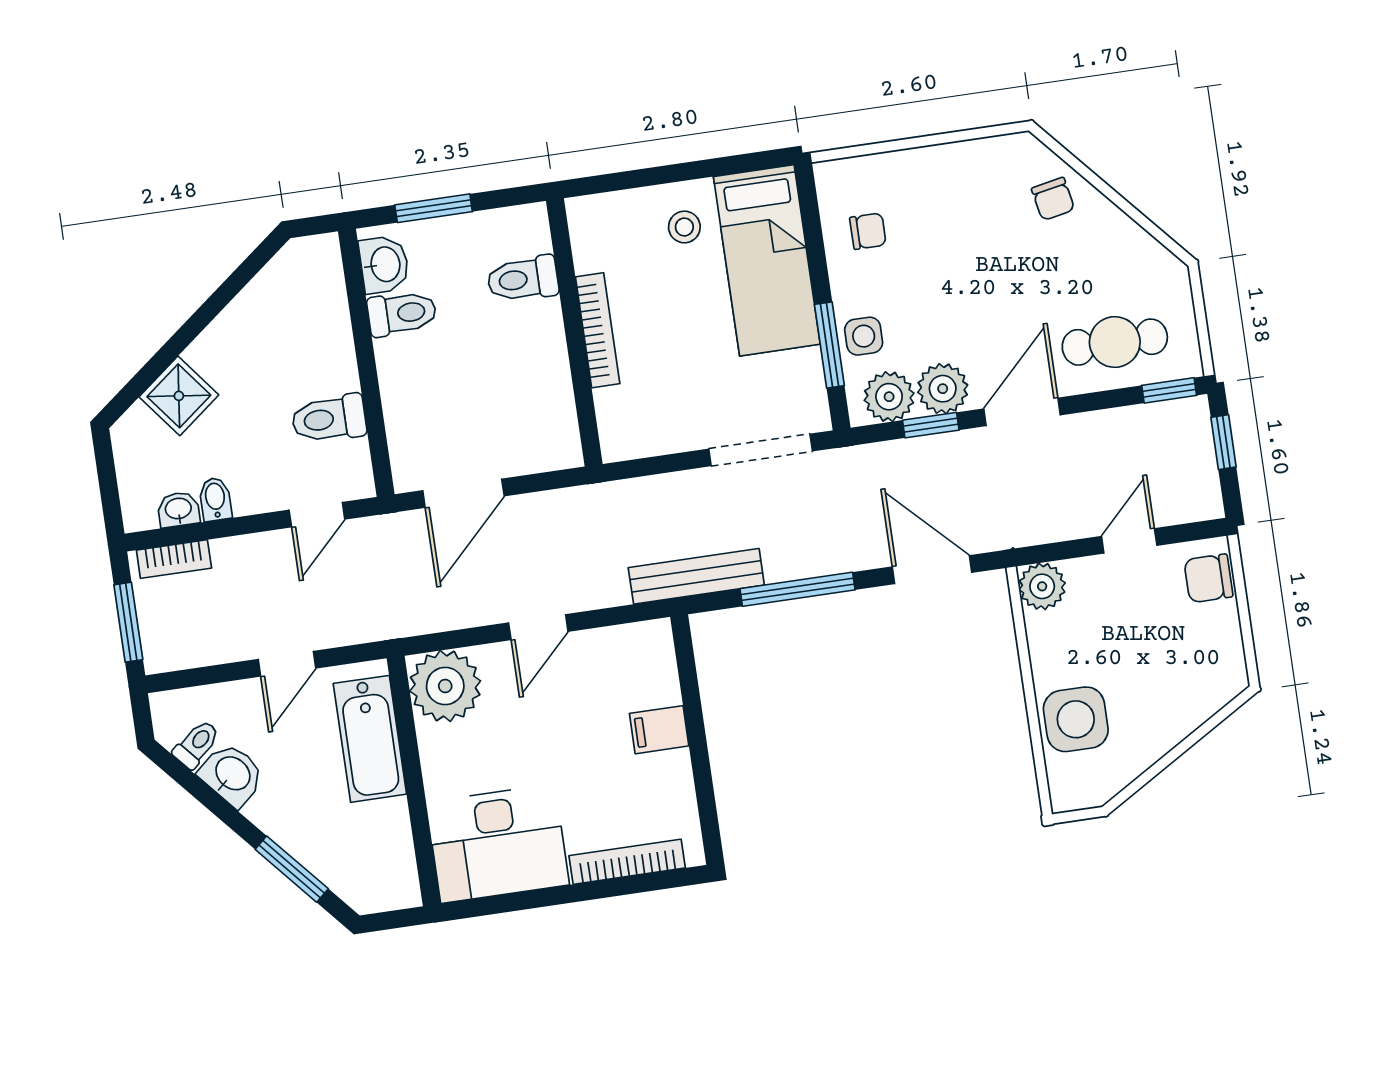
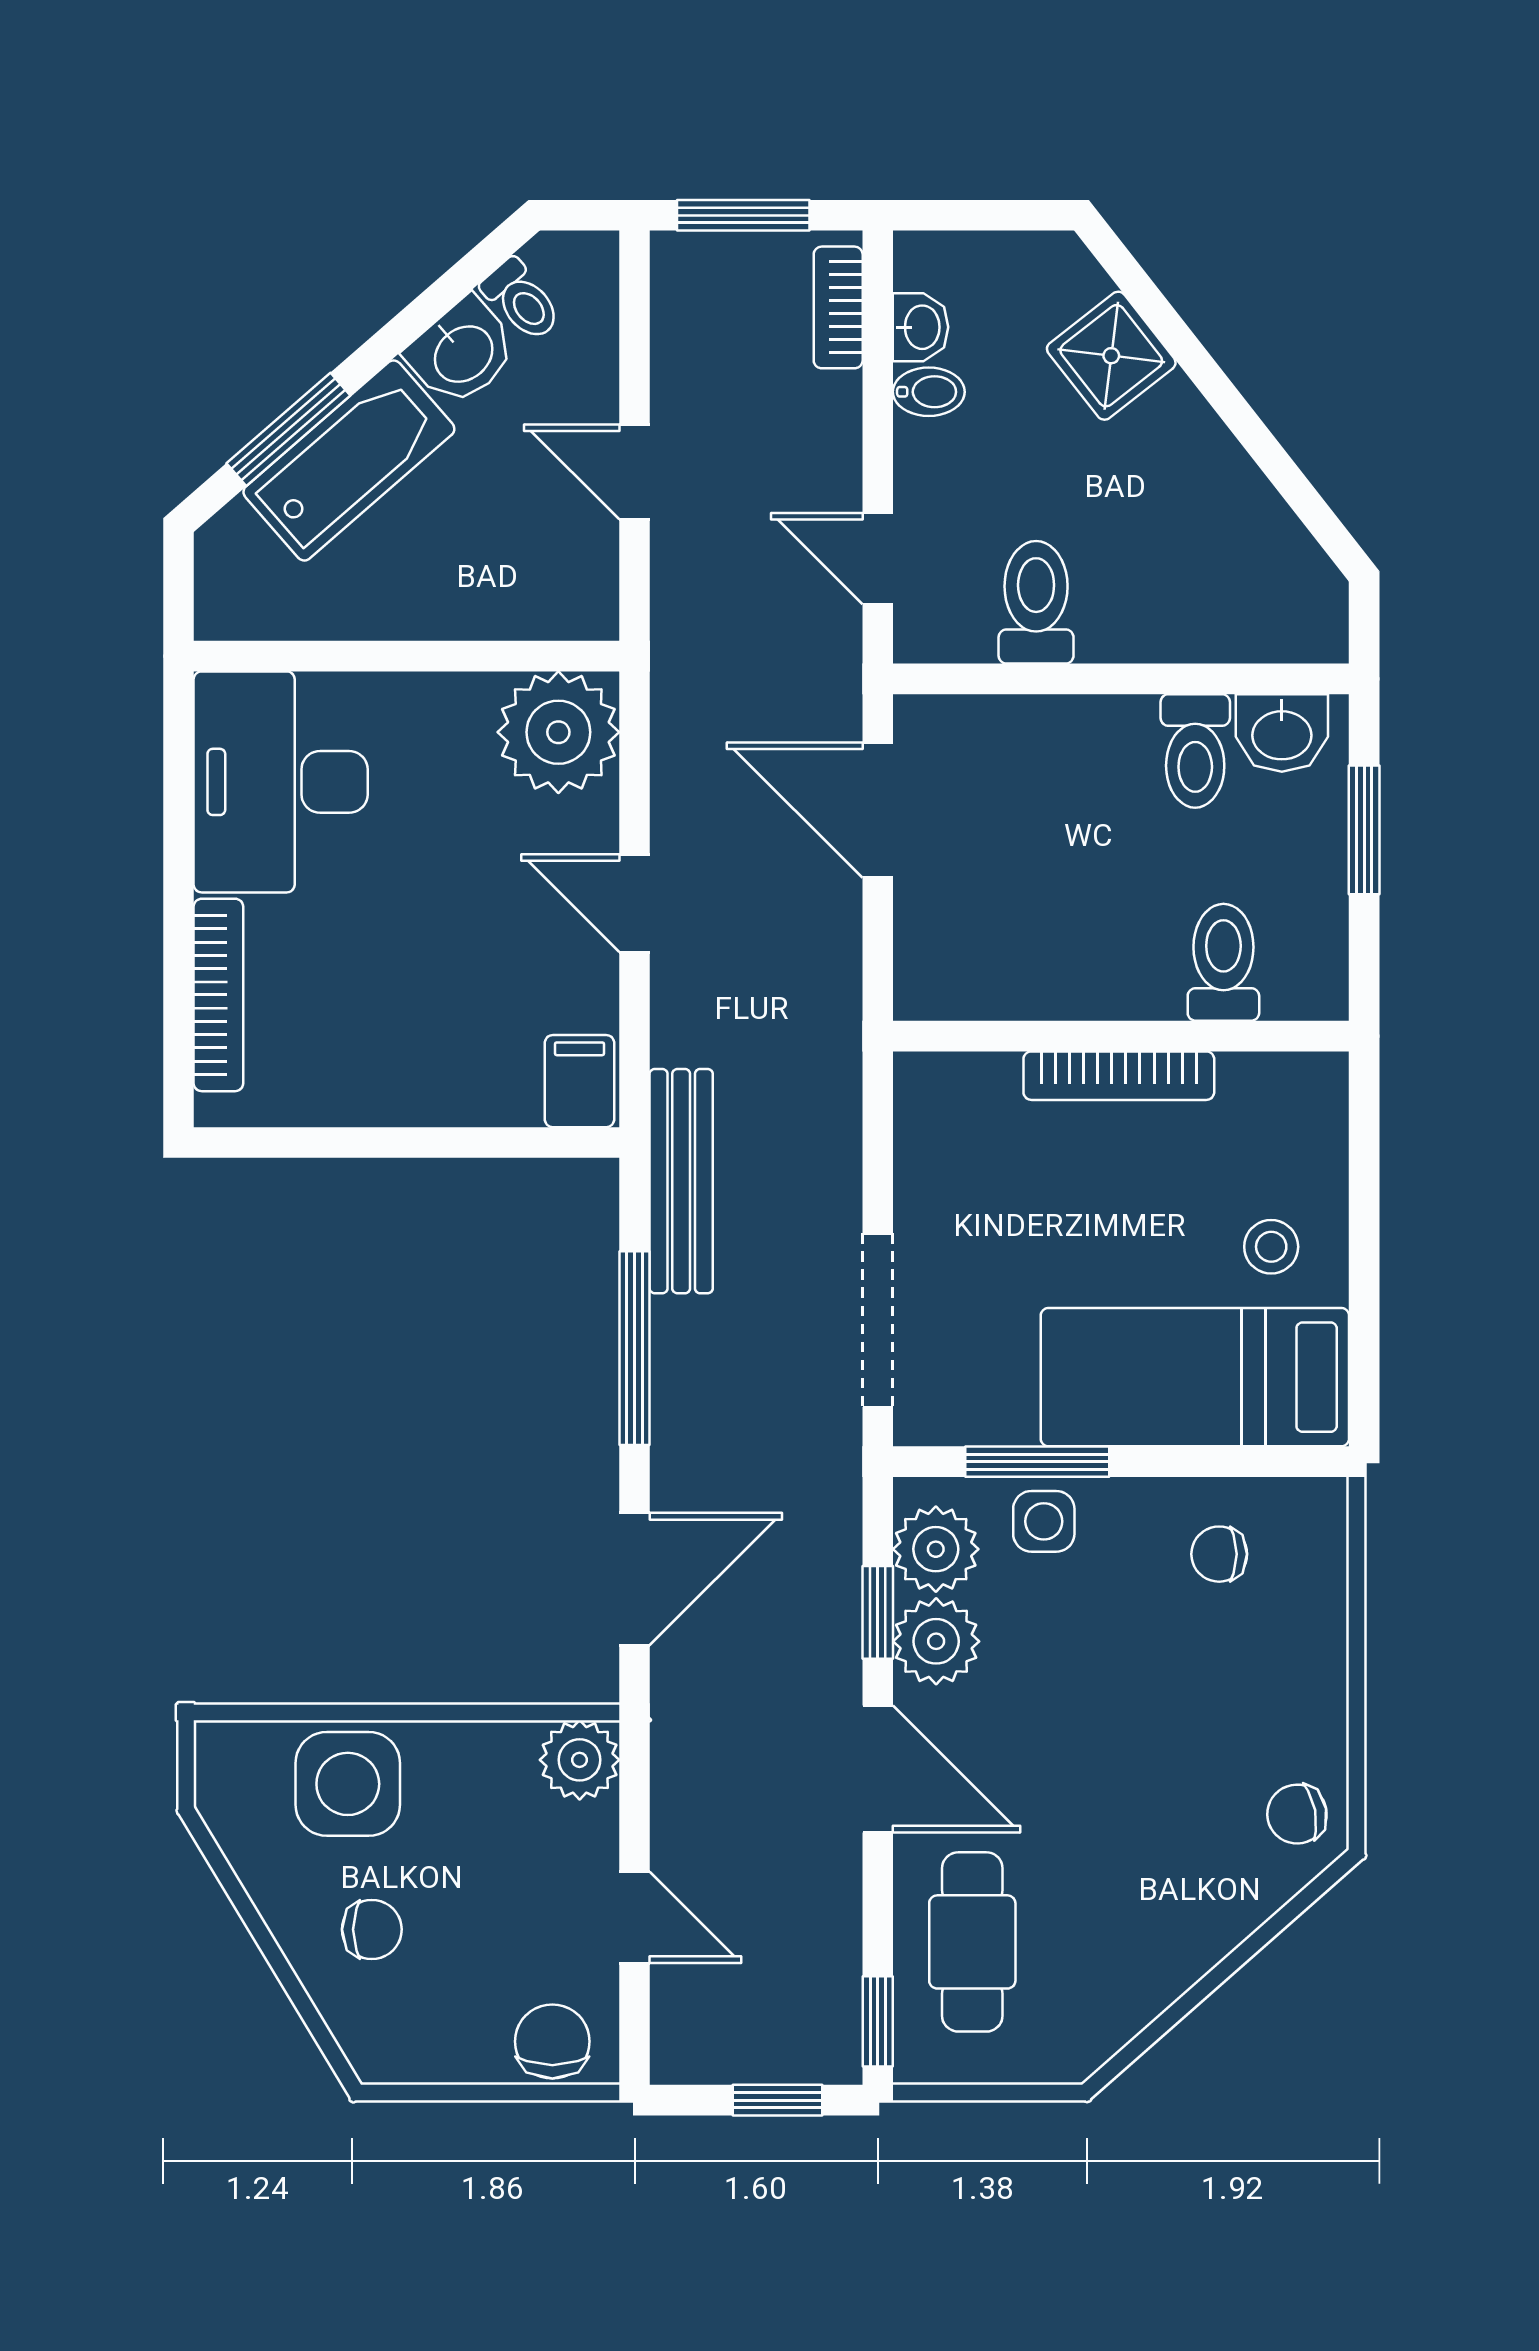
chair: (1053, 199) -> (1297, 1814), moved
chair: (868, 231) -> (1219, 1554), turned 90
chair: (1159, 693) -> (372, 1929), added
filing cabinet: (659, 730) -> (579, 1081), moved
bathtub: (370, 739) -> (349, 461), moved, turned 139

